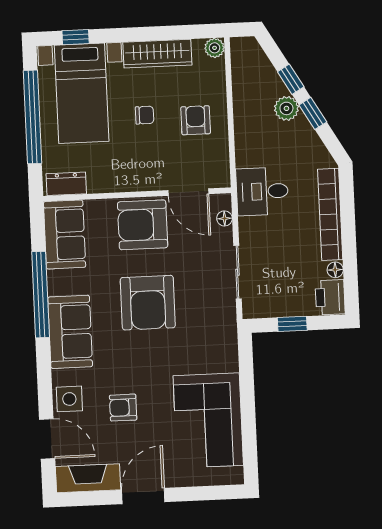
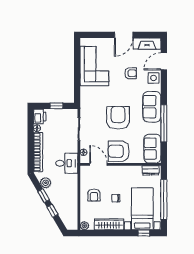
plant: (286, 108) -> (46, 183), moved
armchair: (143, 225) -> (119, 151), turned 180
door: (47, 439) -> (164, 61), hinge flipped

